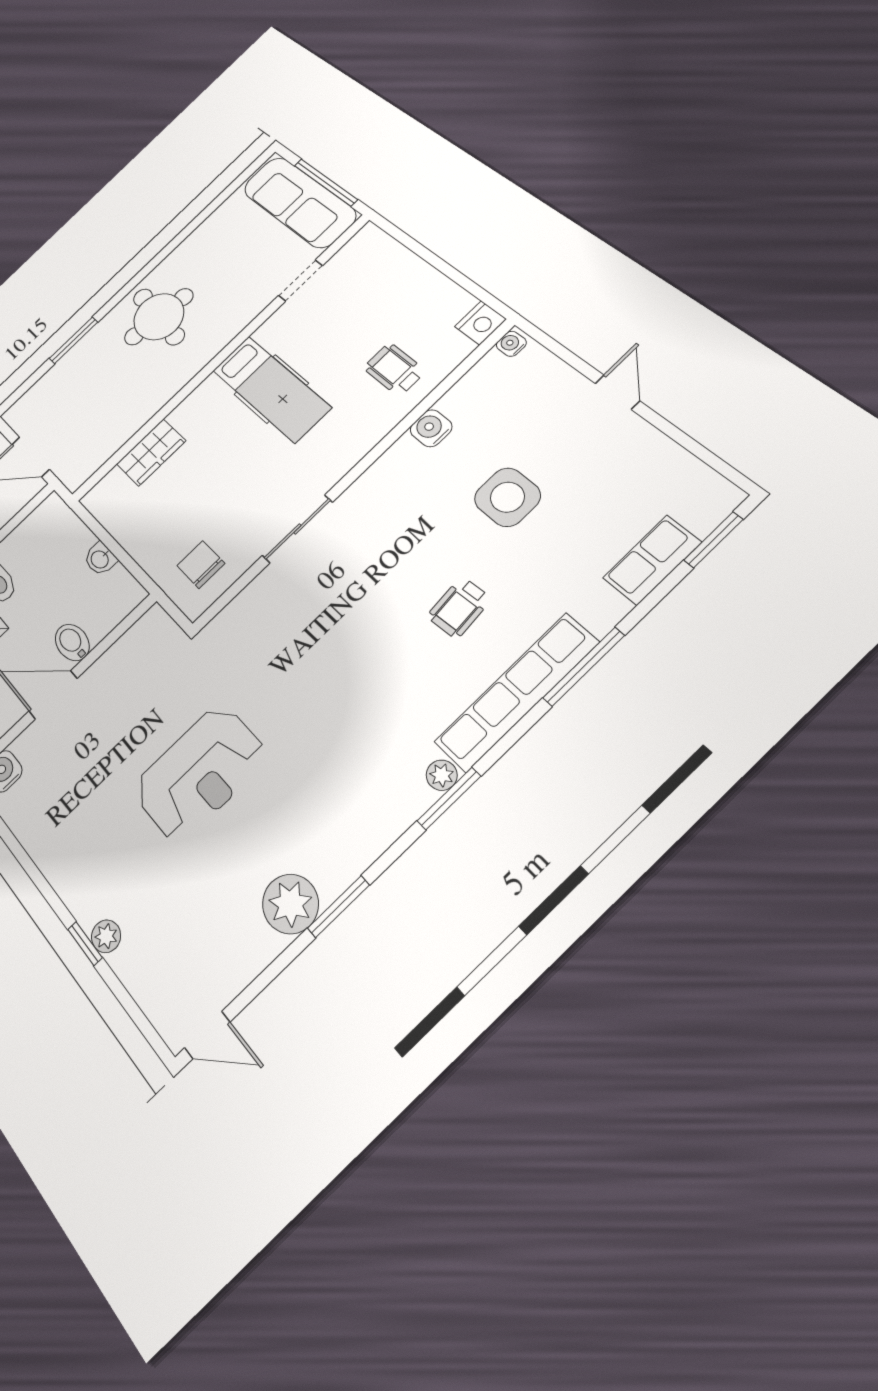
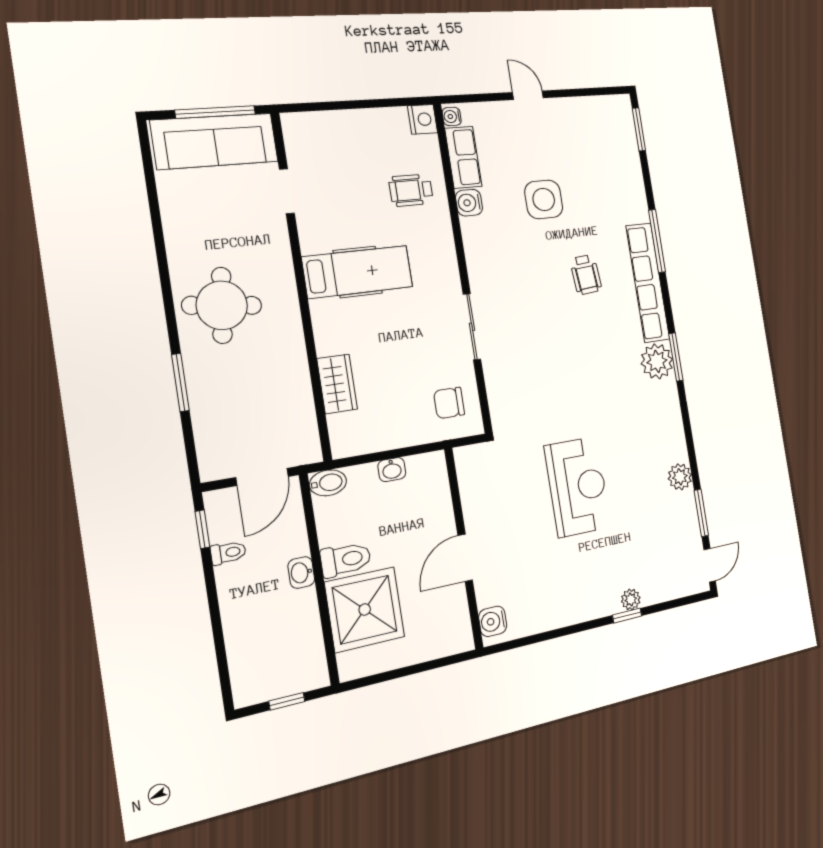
row of seats: (652, 560) -> (463, 157), moved, turned 180
bidet: (72, 642) -> (328, 483), moved, turned 180
plant: (442, 775) -> (657, 361), width x1.87, depth x1.87
plant: (290, 904) -> (680, 477), width x0.73, depth x0.73
window: (338, 907) -> (701, 513), moved

